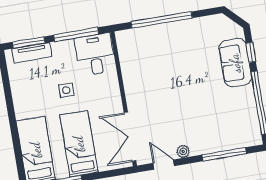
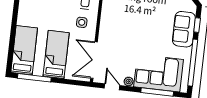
side table: (66, 90) -> (82, 22), moved
corner sofa: (219, 129) -> (159, 73), added

